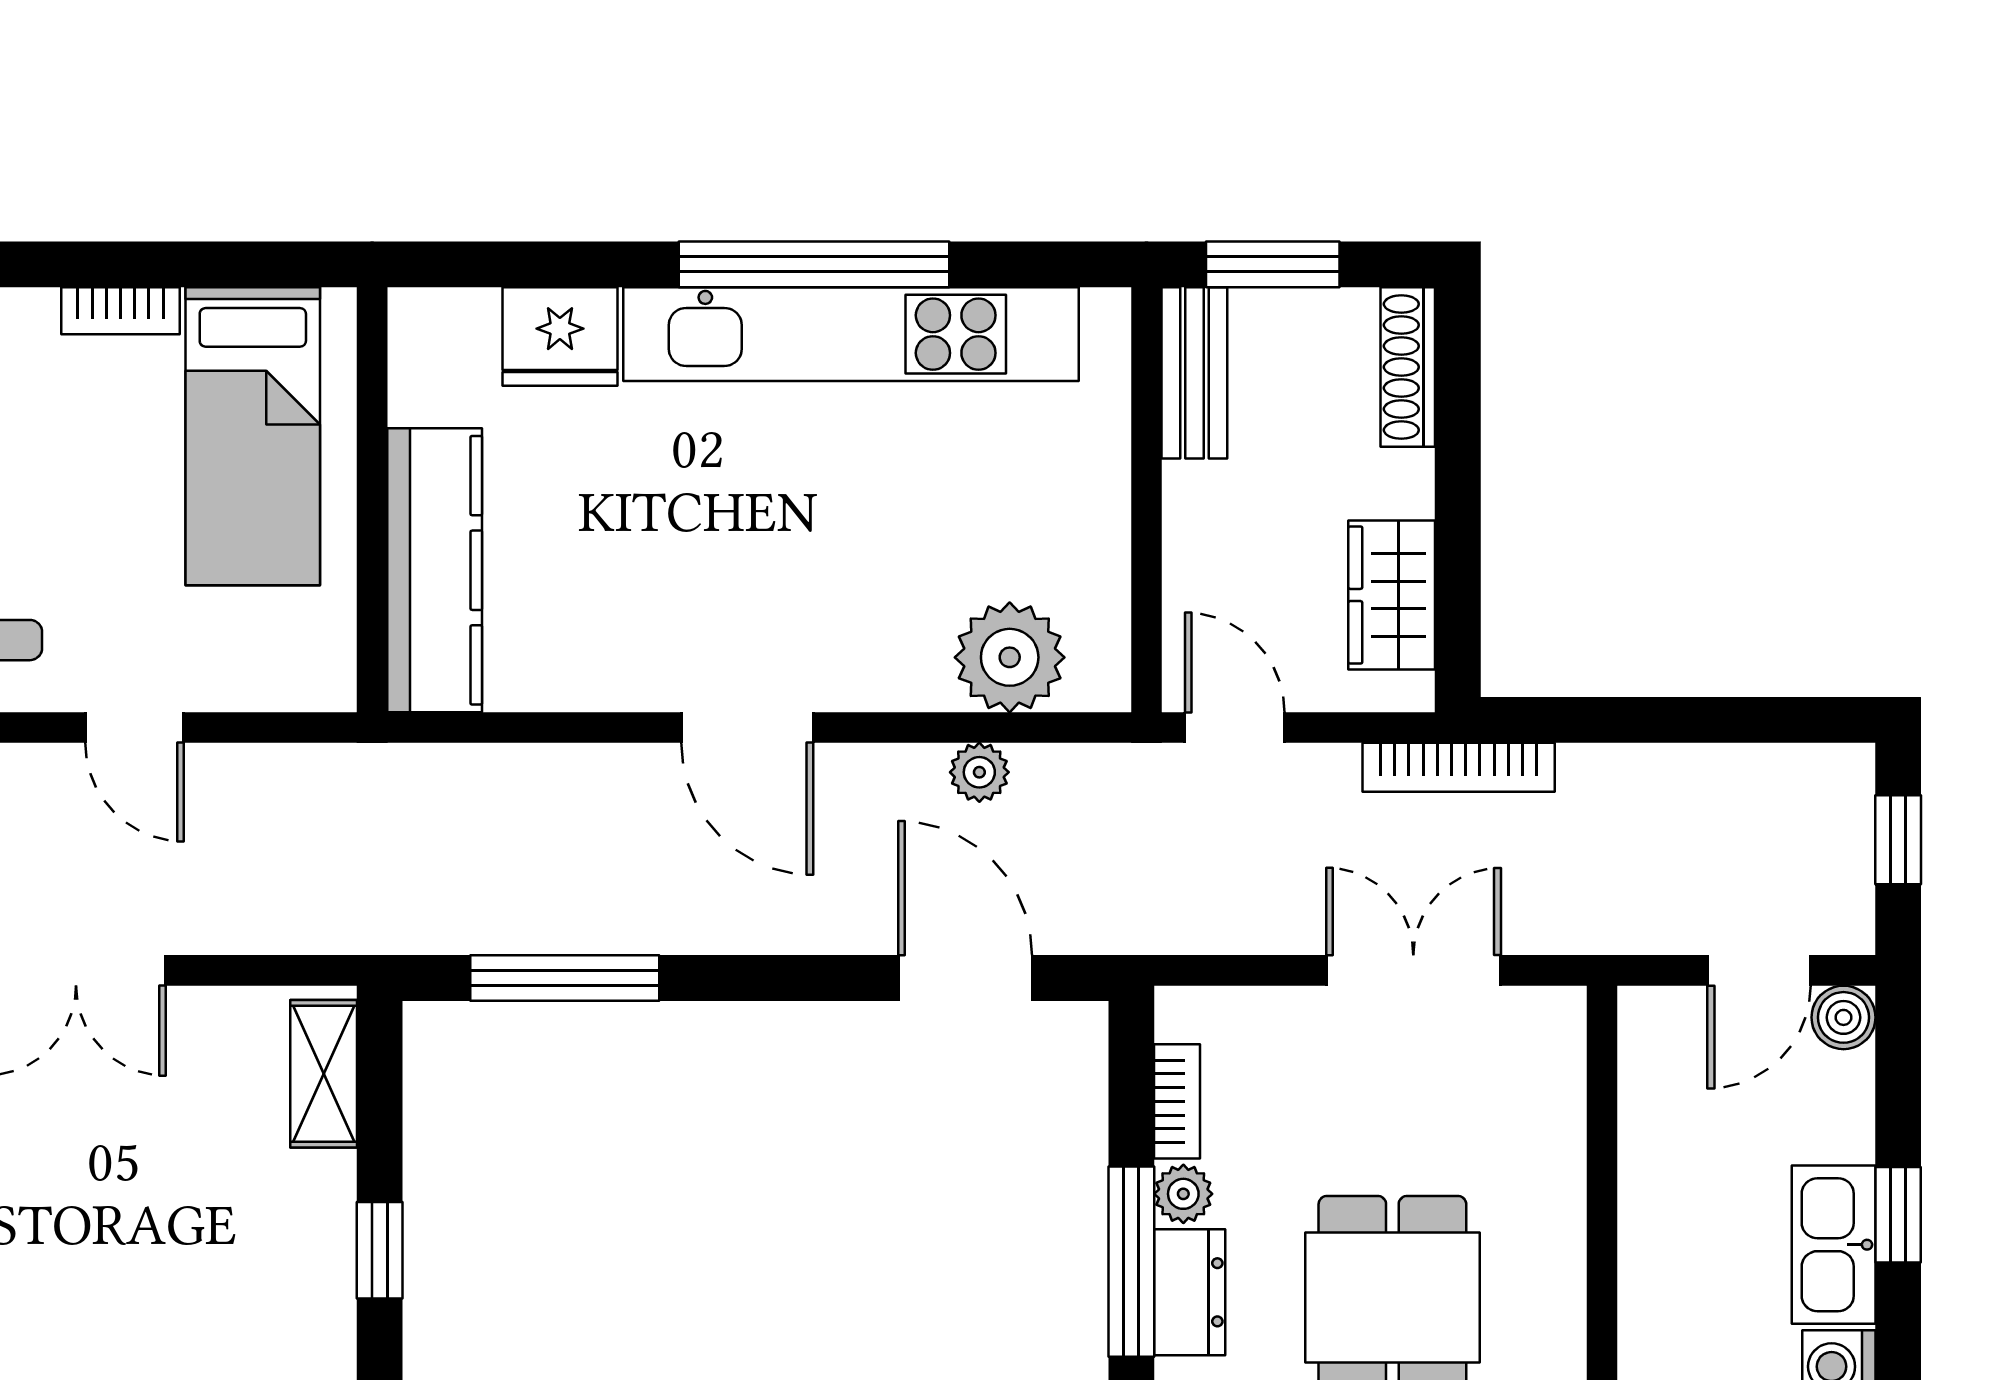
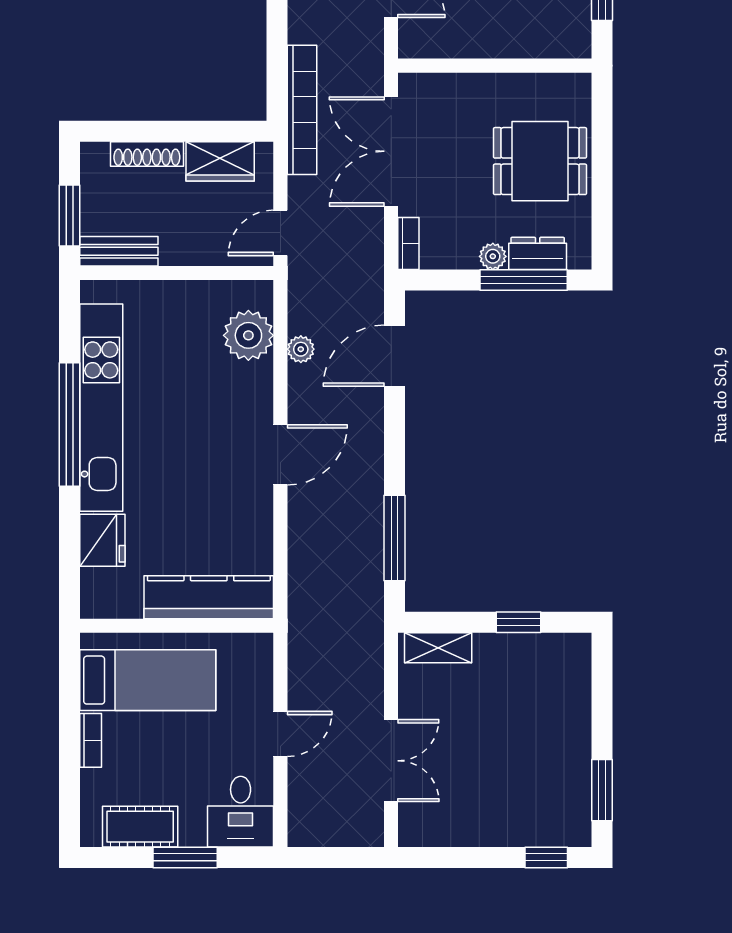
shoe rack: (1408, 367) -> (147, 154), moved
bookcase: (1459, 767) -> (302, 110), width x1.48, depth x1.31
double door: (1413, 970) -> (391, 151), width x1.37
bookcase: (1177, 1101) -> (408, 244), moved, turned 90

